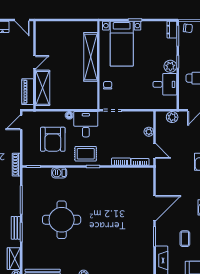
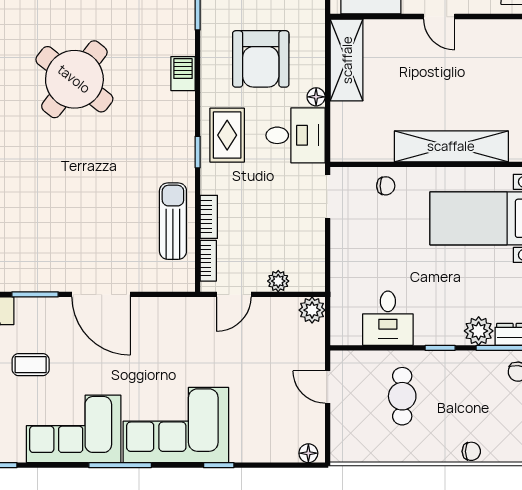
plant: (170, 66) -> (479, 331), moved
shelving: (43, 88) -> (347, 60), moved, turned 90
plant: (172, 117) -> (312, 310), moved
armchair: (53, 139) -> (261, 59), turned -90
sun lounger: (123, 177) -> (173, 221), added
round table: (62, 220) -> (74, 79), turned 38

